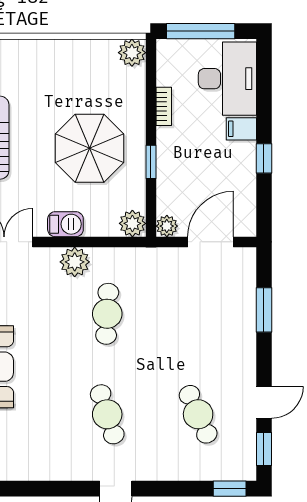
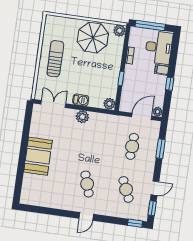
parasol: (90, 148) -> (93, 38), moved
plant: (167, 226) -> (158, 112), moved
cafe table: (107, 314) -> (132, 146), moved

